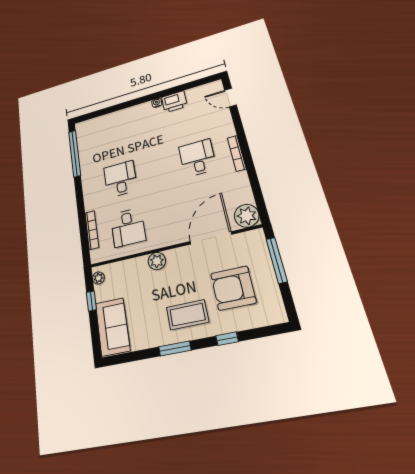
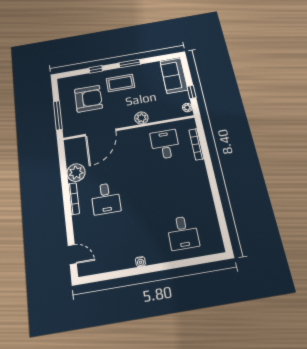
printer: (174, 102) -> (123, 260), removed
window: (75, 153) -> (221, 218), removed
desk: (120, 179) -> (183, 233), moved
plant: (247, 216) -> (76, 173), moved

